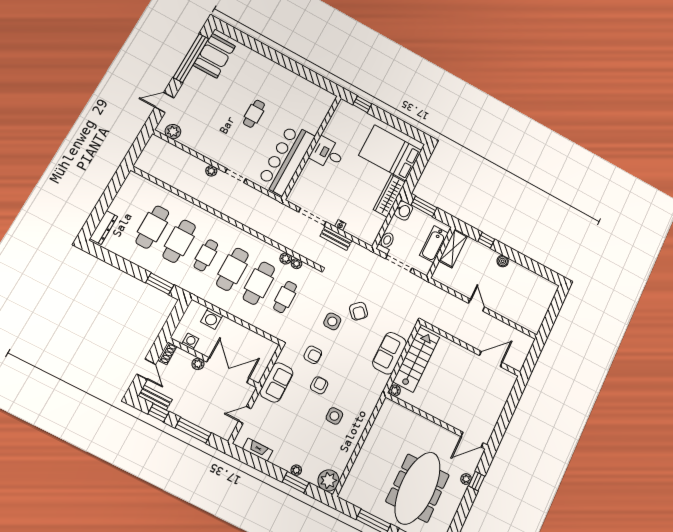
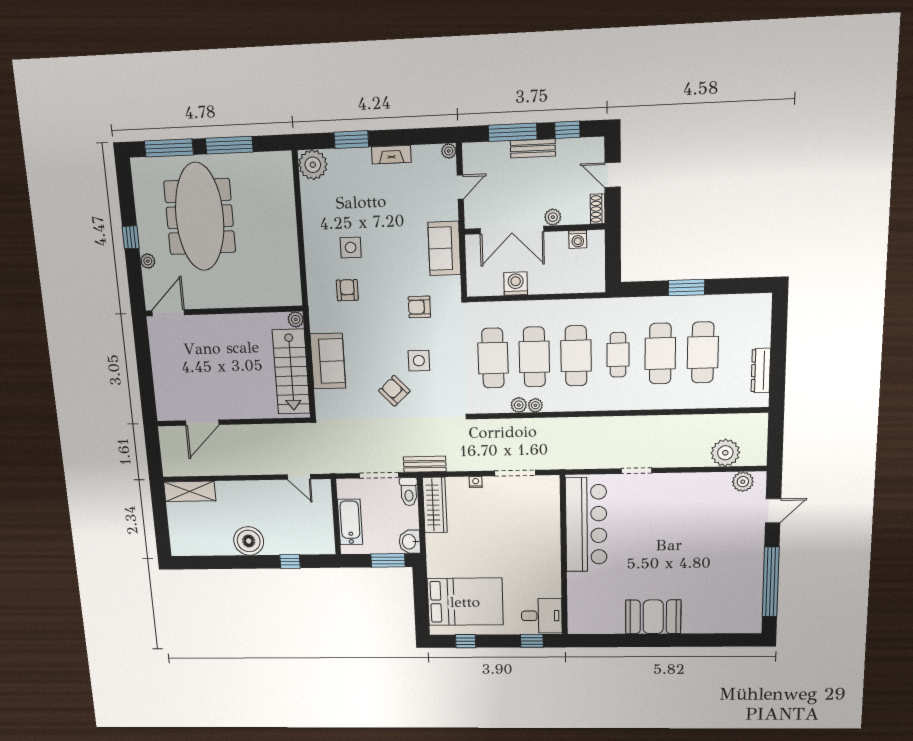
booth: (214, 56) -> (653, 617), moved, turned 90
cafe table: (254, 114) -> (656, 558), removed
window: (404, 128) -> (466, 641), added
desk: (327, 153) -> (542, 616), moved
plant: (211, 171) -> (725, 453), moved, width x1.87, depth x1.87
wardrobe: (389, 196) -> (435, 505), moved
dresser: (104, 227) -> (761, 371), moved
bench: (336, 238) -> (425, 464), moved
shelving: (453, 248) -> (190, 491), moved, turned 90
boiler: (503, 261) -> (249, 541), width x1.86, depth x1.86
plant: (296, 264) -> (535, 405), moved
window: (160, 284) -> (686, 288), moved
cafe table: (285, 297) -> (493, 358), width x1.37, depth x1.35
door: (477, 305) -> (299, 477), moved
washing machine: (212, 319) -> (516, 284), moved
armchair: (319, 385) -> (347, 290), moved, turned 180
bench: (155, 398) -> (533, 148), moved
fireplace: (258, 450) -> (391, 155), moved
plant: (296, 470) -> (449, 151), moved
window: (477, 481) -> (131, 237), moved

